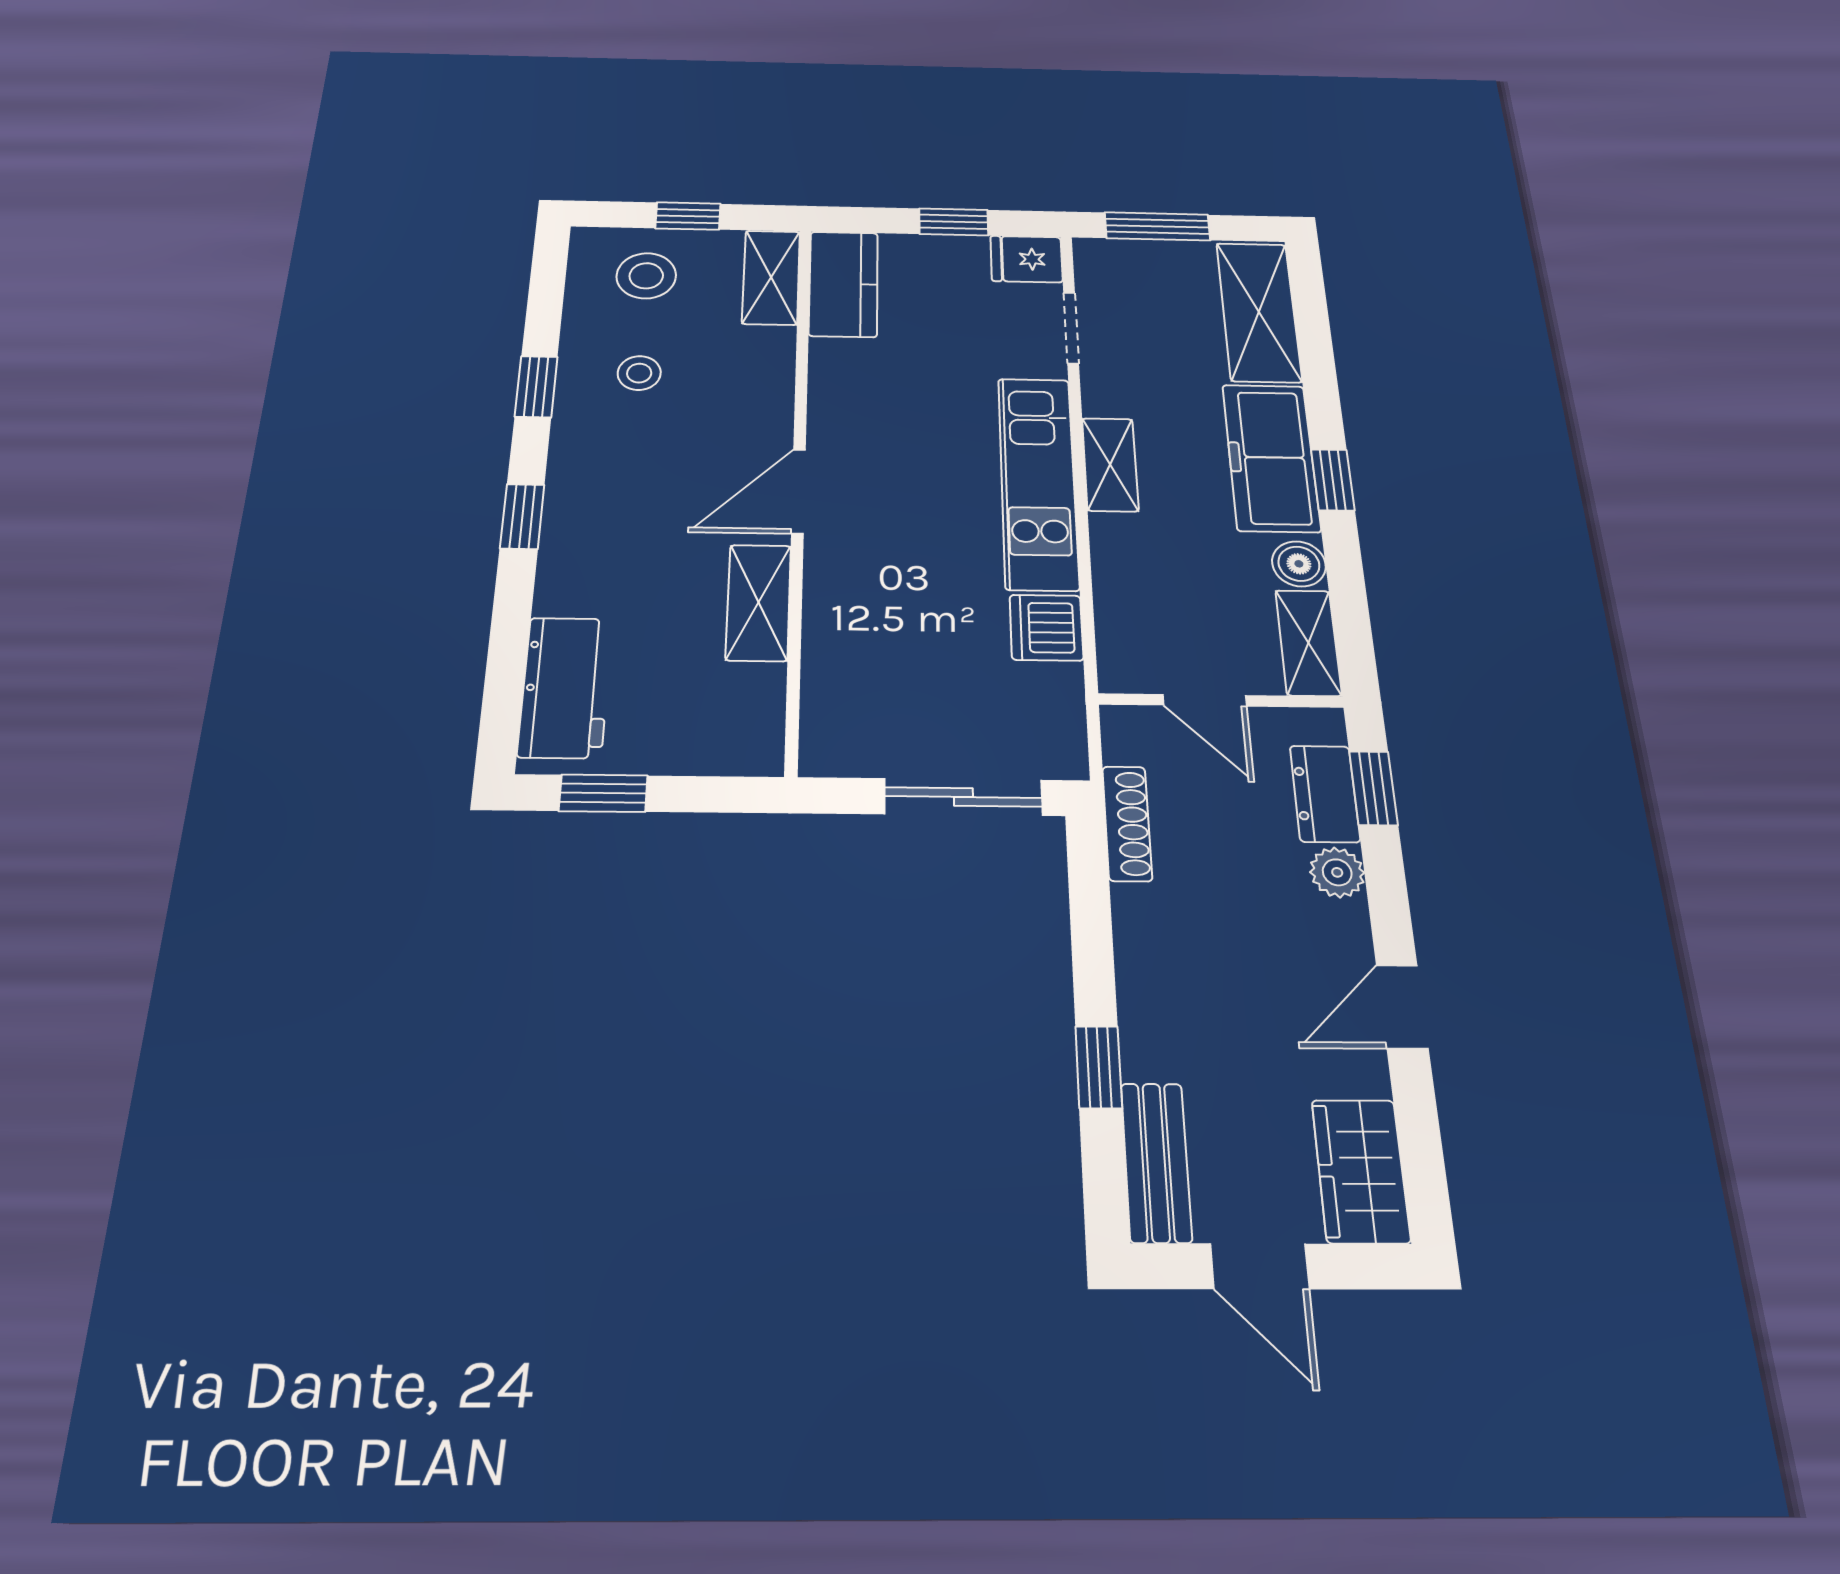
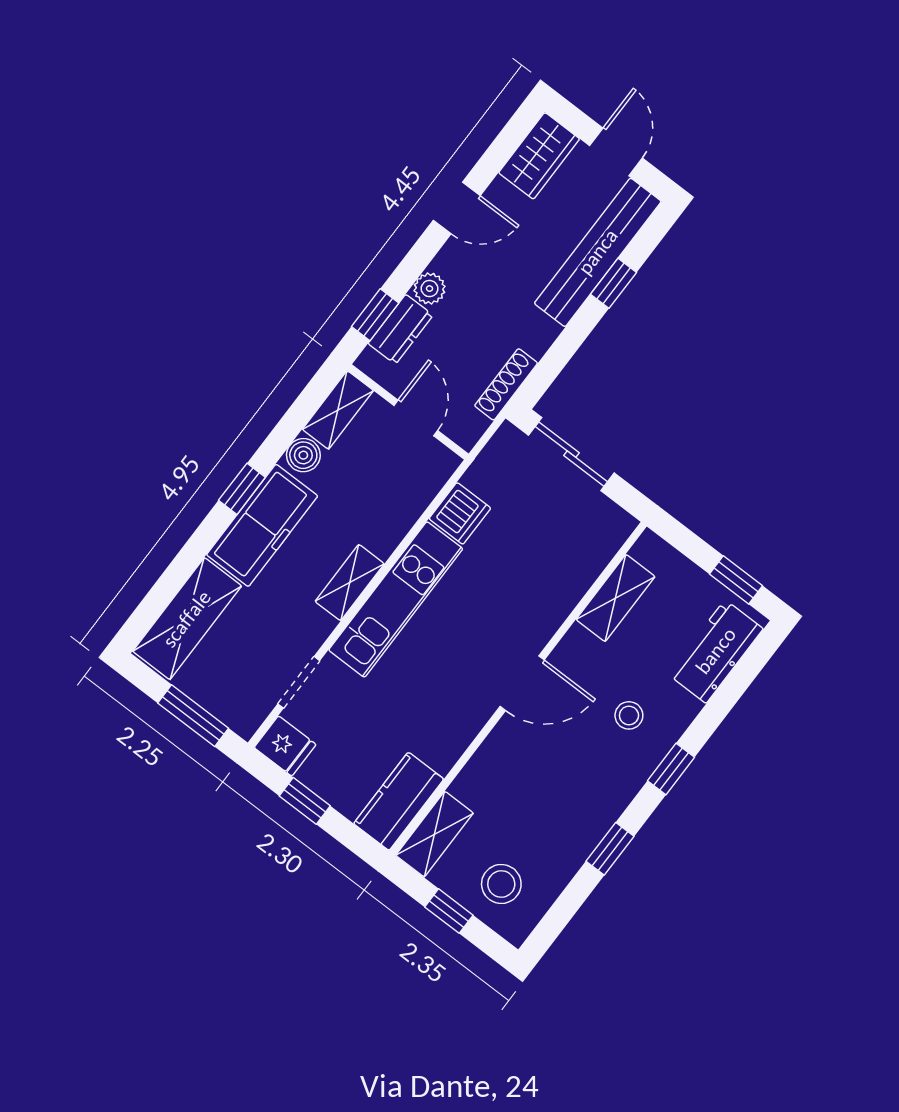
stool: (639, 373) -> (629, 715), moved
shelving: (759, 602) -> (616, 598), moved
bench: (1156, 1162) -> (598, 252), width x1.86, depth x1.21

